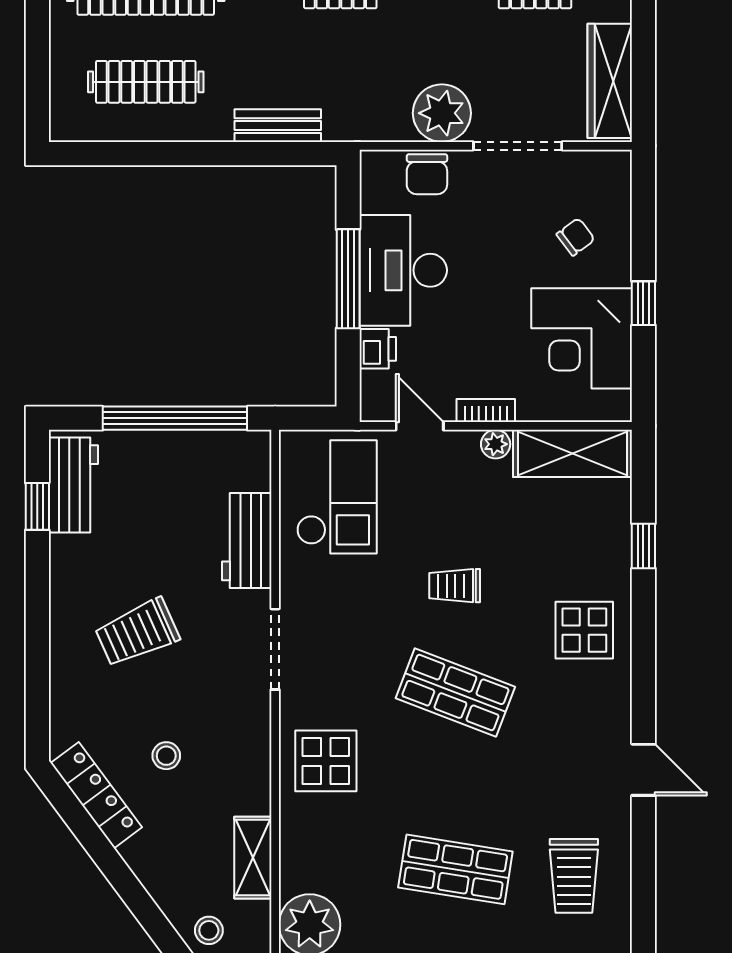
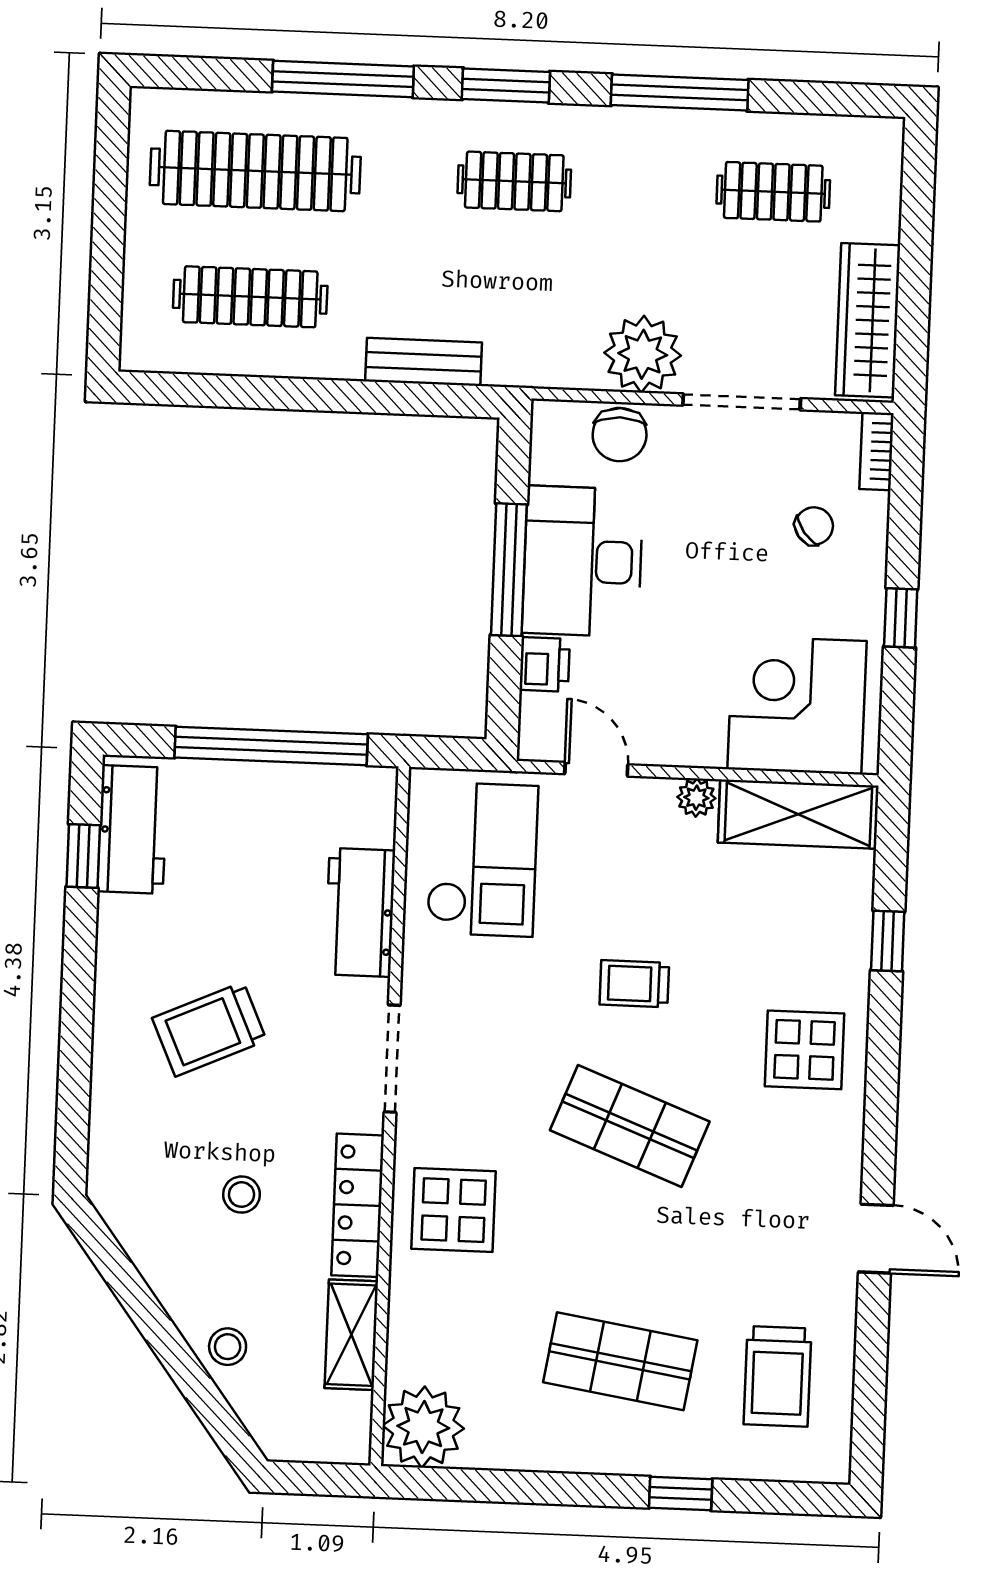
corner desk: (582, 338) -> (797, 705), moved, turned 90
bookcase: (486, 410) -> (877, 451), moved, turned -90
locker: (96, 795) -> (358, 1205), moved, turned -143
stool: (209, 930) -> (228, 1347), moved

